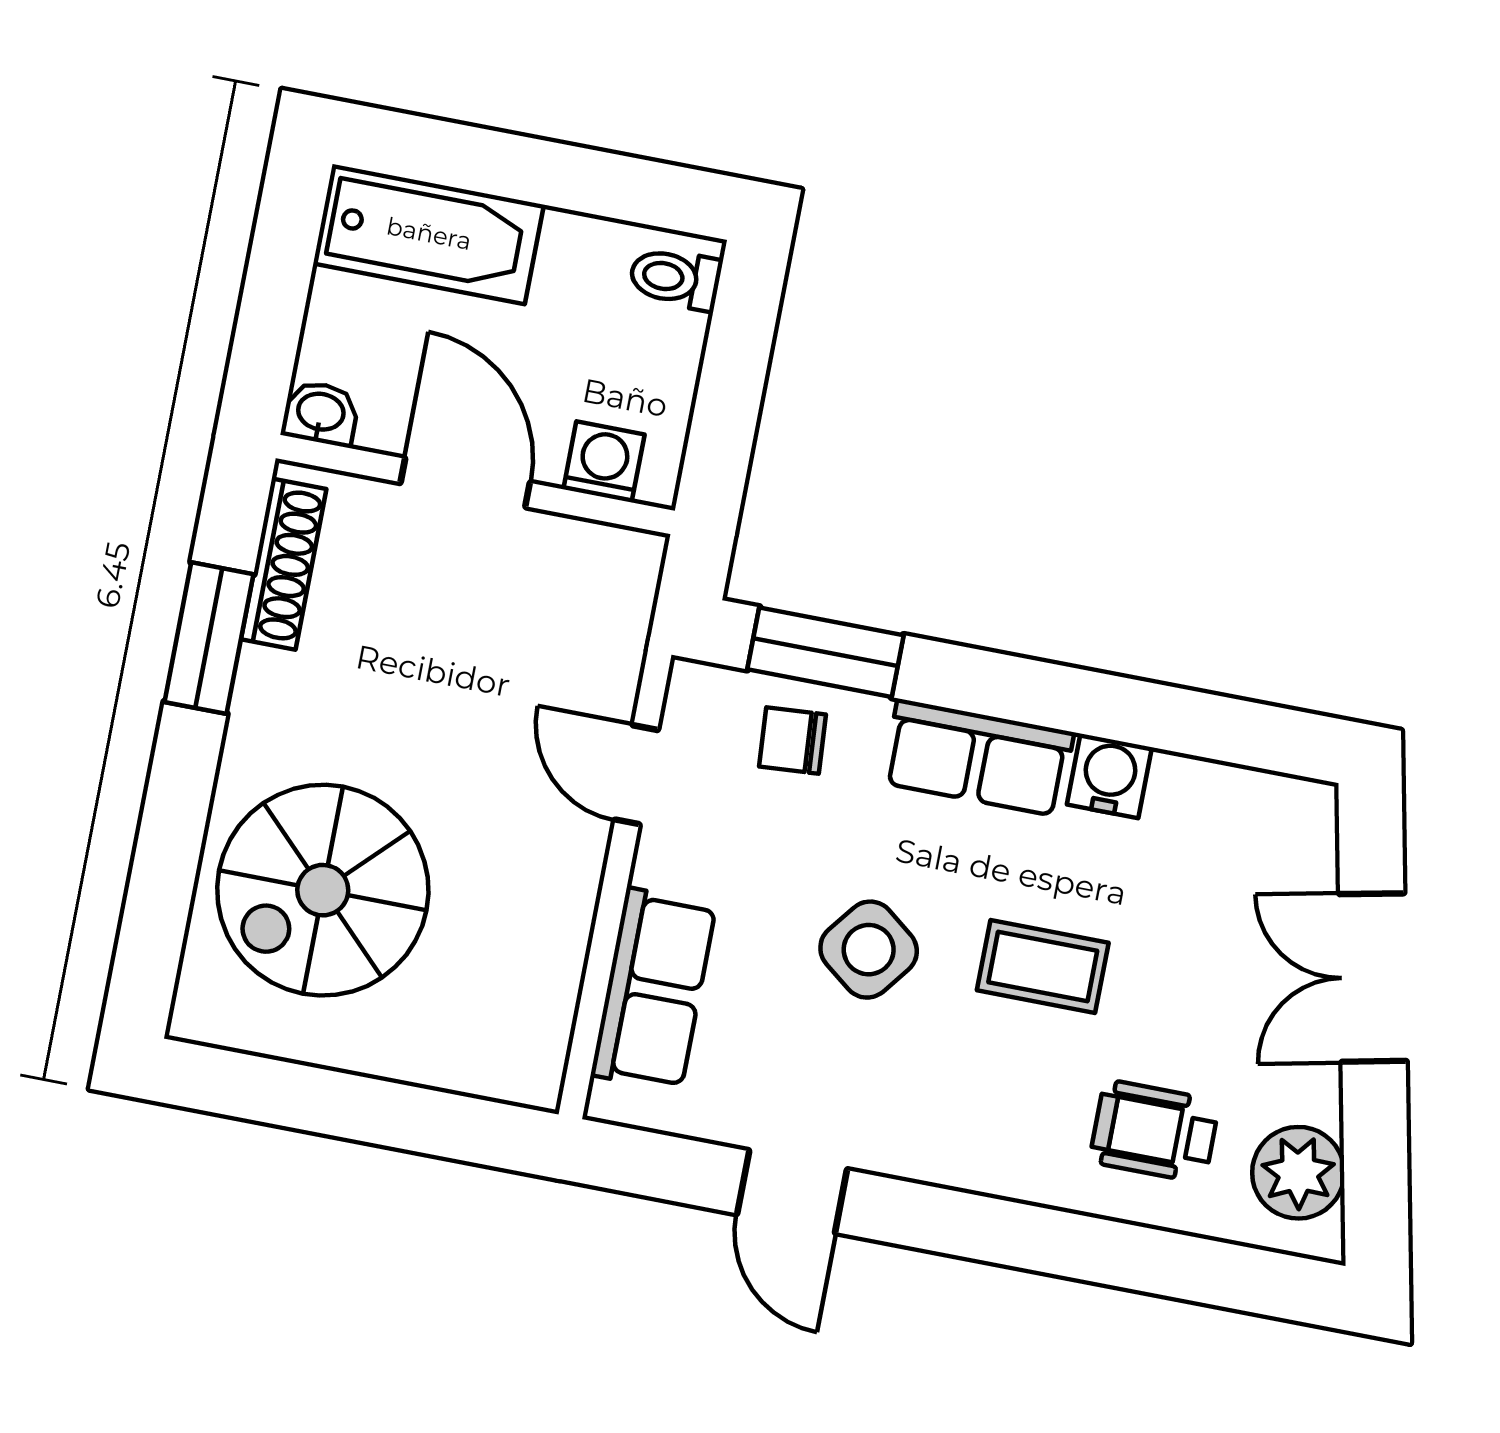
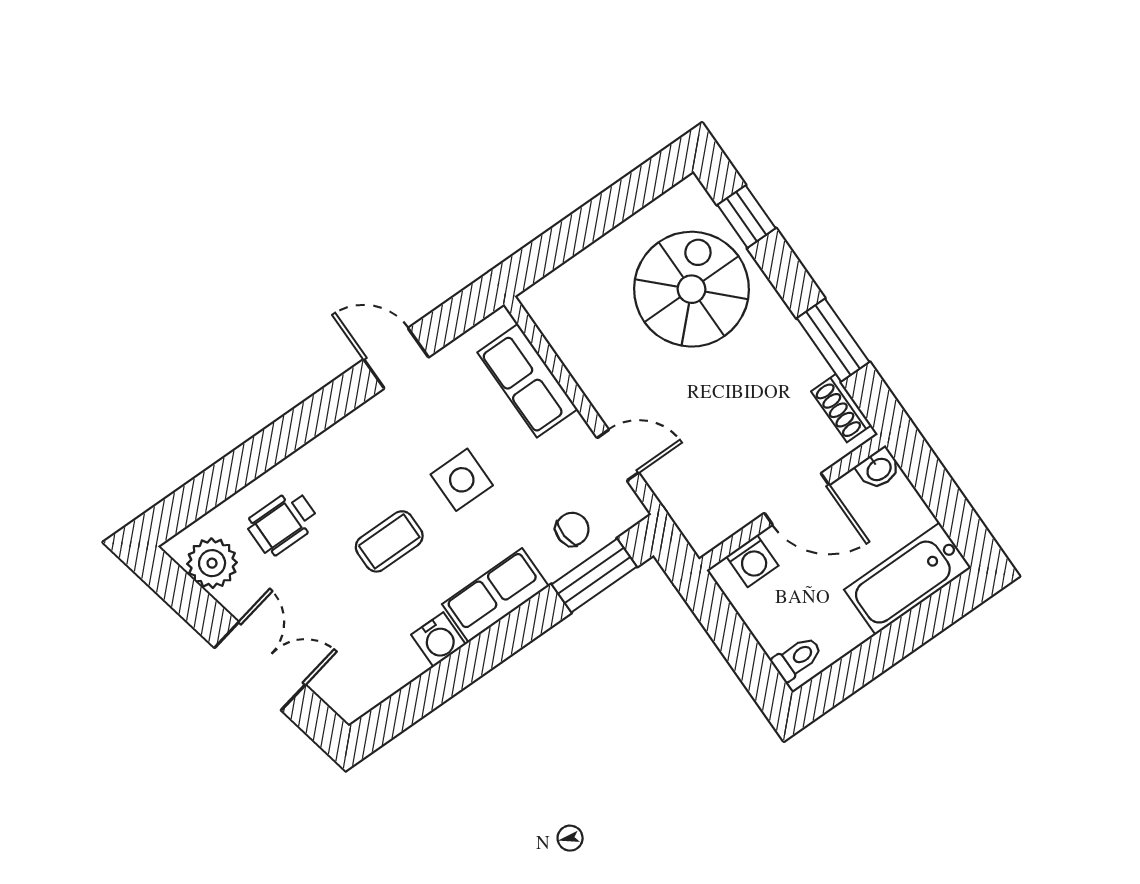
shoe rack: (284, 564) -> (841, 408), width x0.70
window: (157, 910) -> (747, 217), added
side table: (869, 950) -> (462, 480), turned -38
wheelchair: (1154, 1131) -> (283, 523), turned 180

